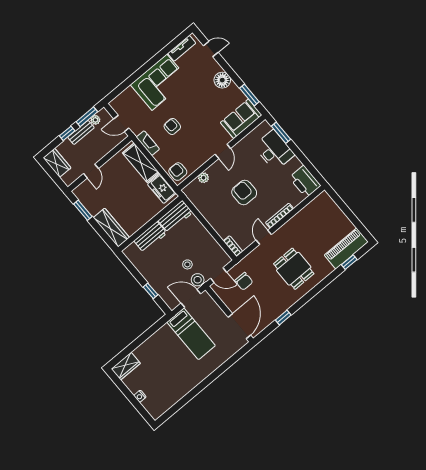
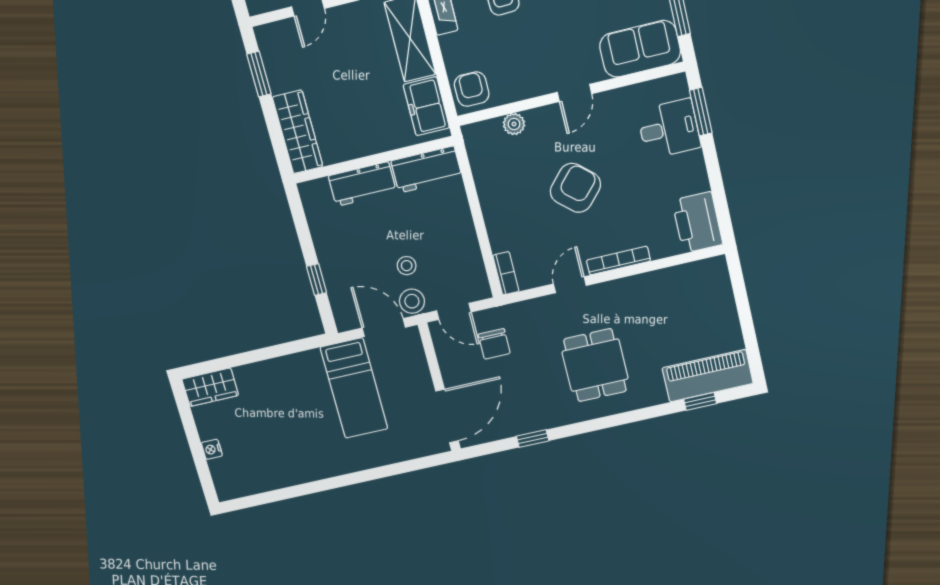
desk: (274, 150) -> (669, 129), width x0.73
armchair: (244, 193) -> (575, 188), turned 42

